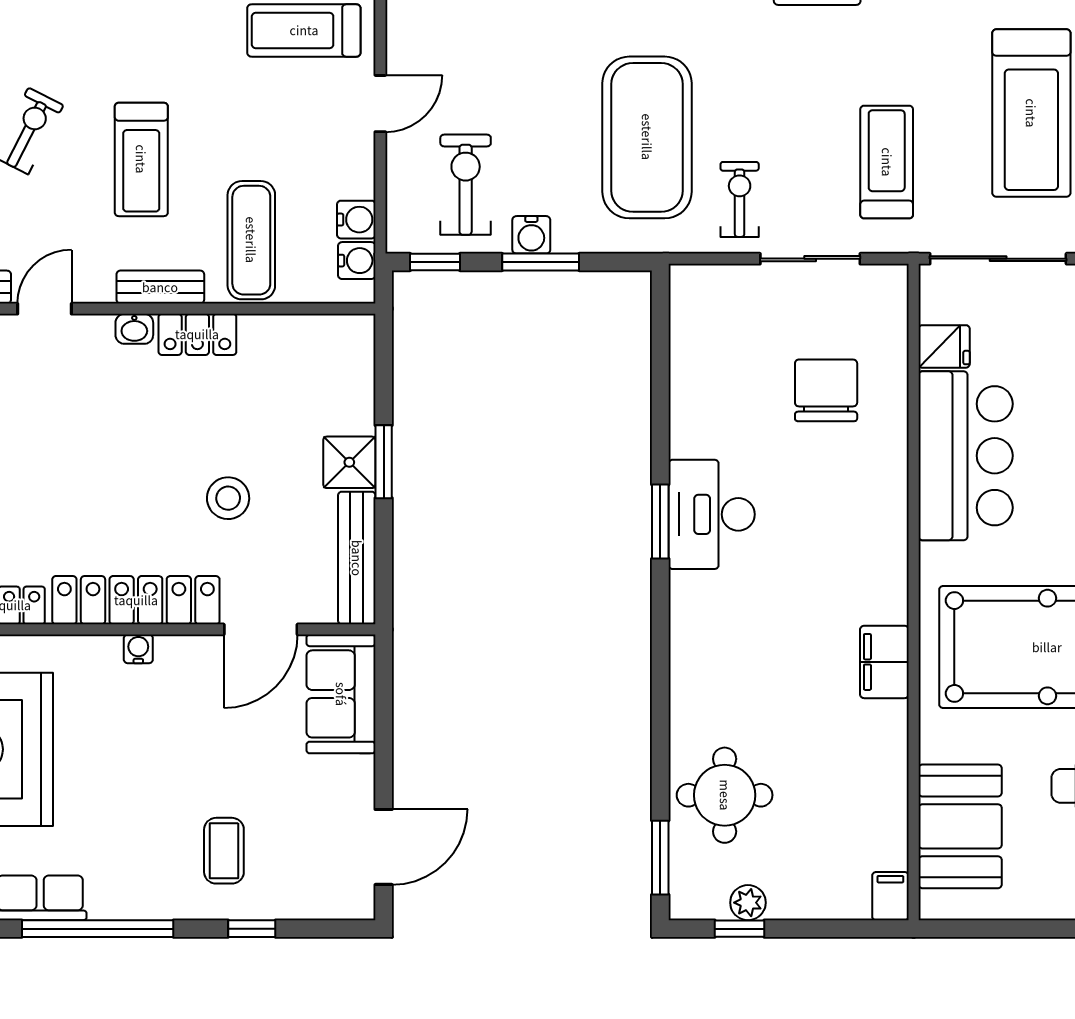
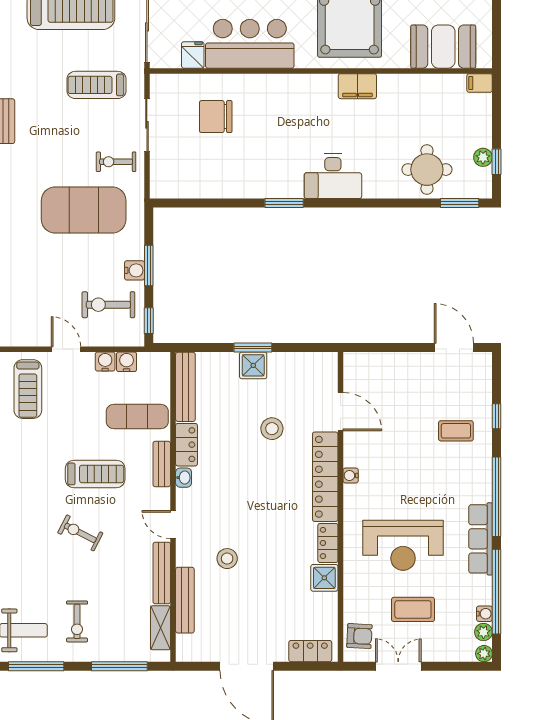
water cooler: (357, 261) -> (105, 362), moved
desk: (712, 514) -> (333, 176), moved
bench: (357, 558) -> (185, 387), moved, turned 90
sofa: (341, 694) -> (374, 370), removed

